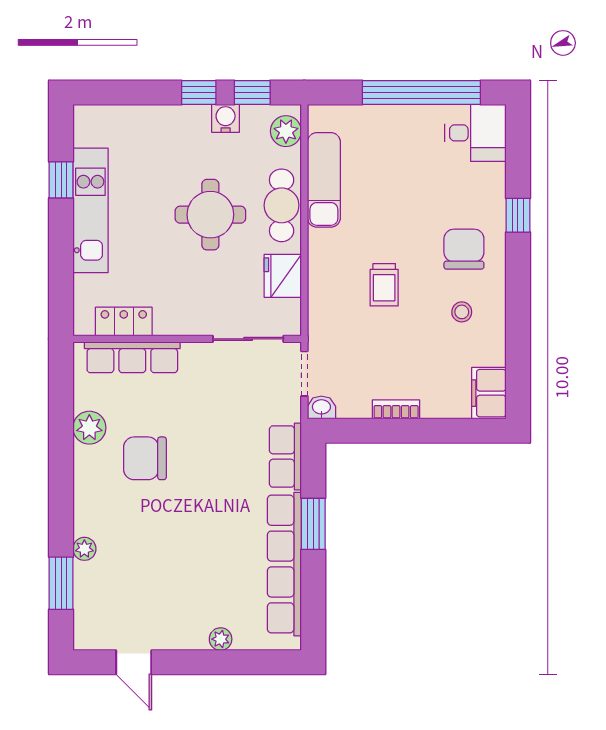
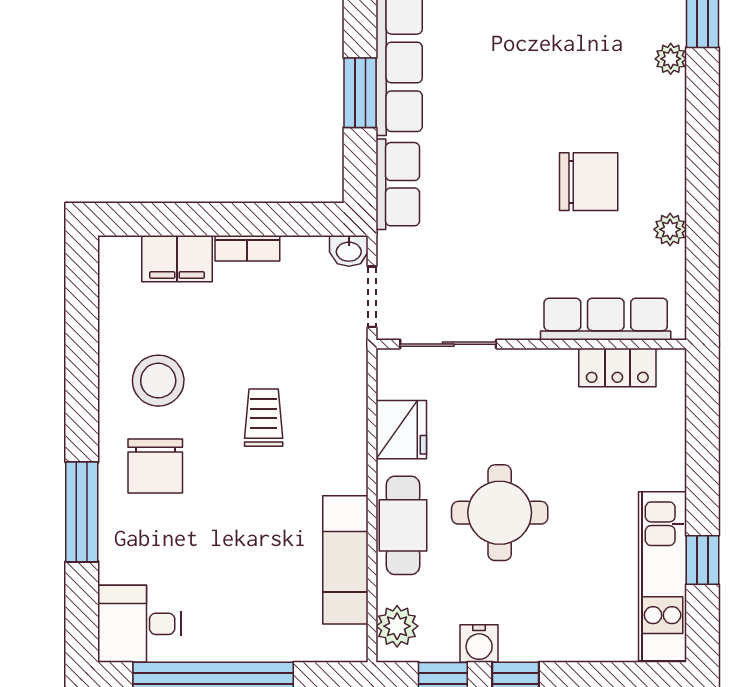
kitchen unit: (90, 210) -> (663, 576), moved
window: (518, 215) -> (82, 512), width x2.17
stool: (462, 312) -> (158, 381), width x1.89, depth x1.89
filing cabinet: (489, 393) -> (177, 259), moved, turned 90
plant: (89, 428) -> (670, 229), width x0.73, depth x0.73

